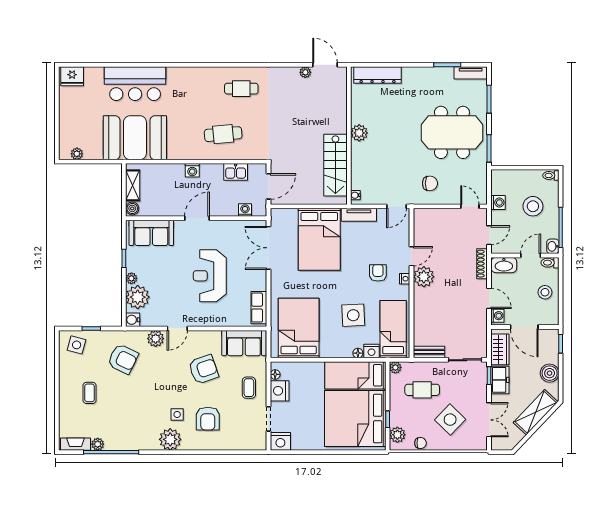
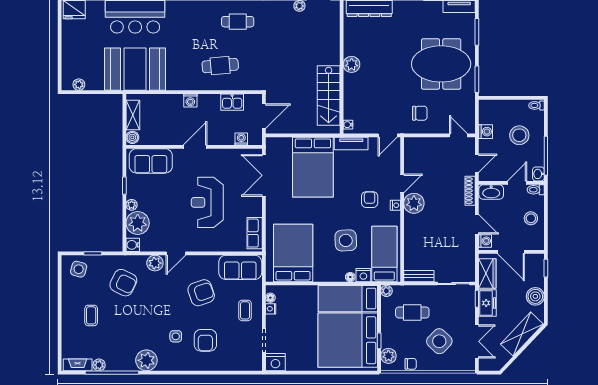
nightstand: (280, 391) -> (271, 309), width x0.53, depth x0.56
plant: (170, 439) -> (146, 360), moved

